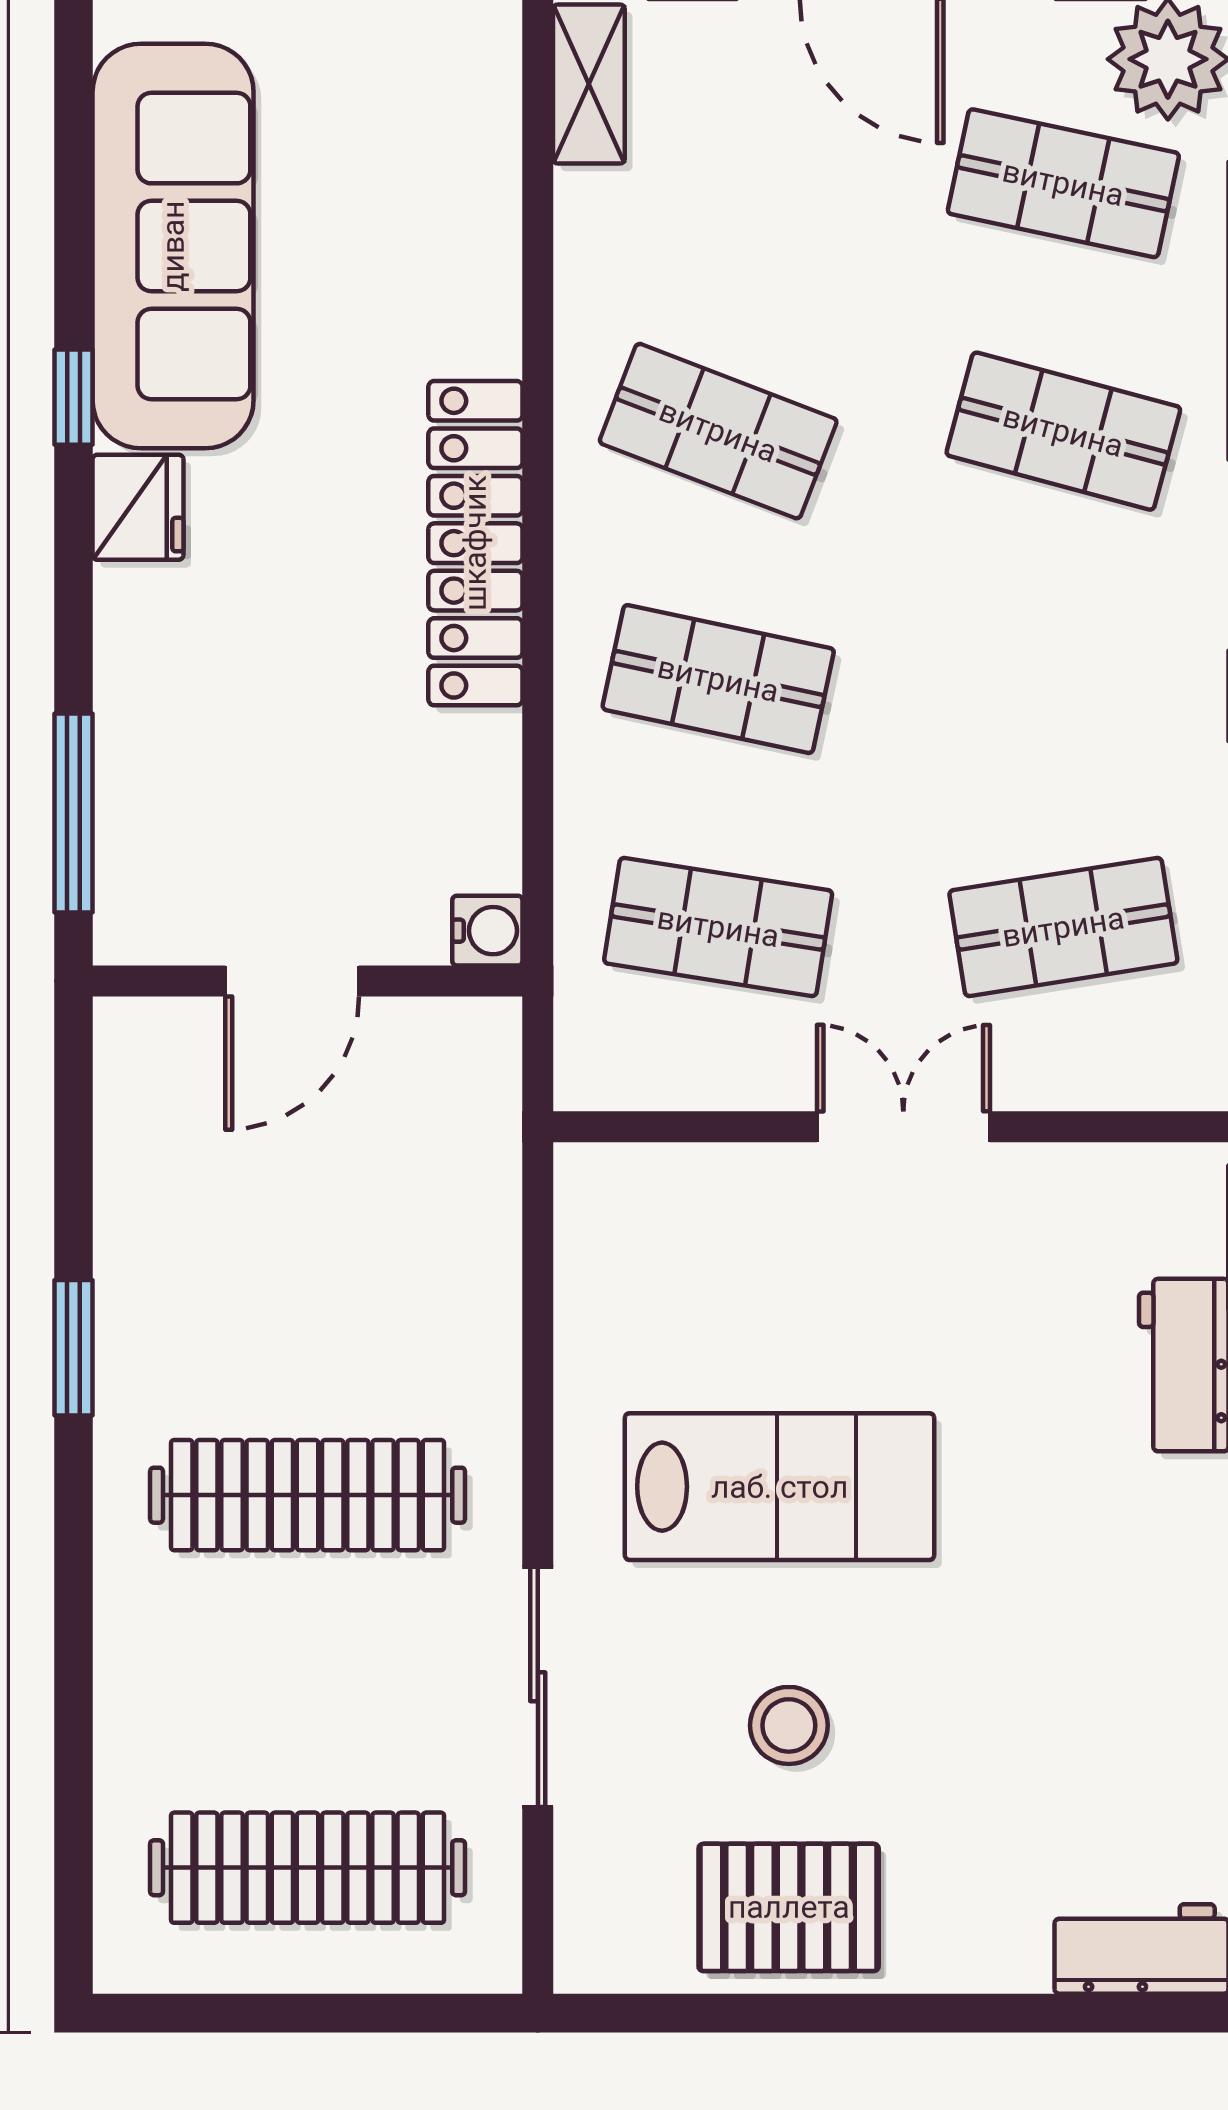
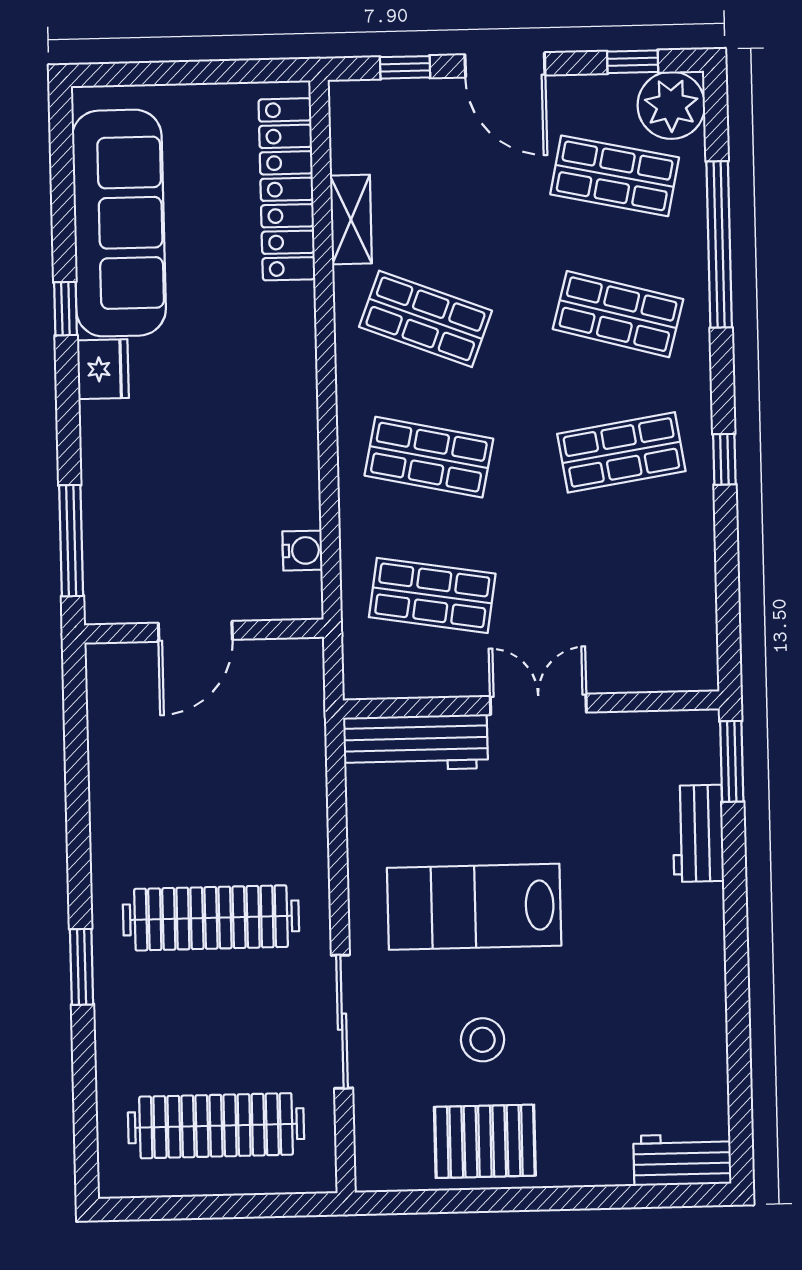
shelving: (589, 84) -> (351, 219), moved
locker: (475, 543) -> (287, 189), moved
shop shelf: (1063, 927) -> (621, 452), moved
water cooler: (487, 931) -> (302, 551), moved
workbench: (682, 1191) -> (416, 743), added
window: (73, 1348) -> (82, 967), moved
lab bench: (780, 1487) -> (474, 907), turned 180

